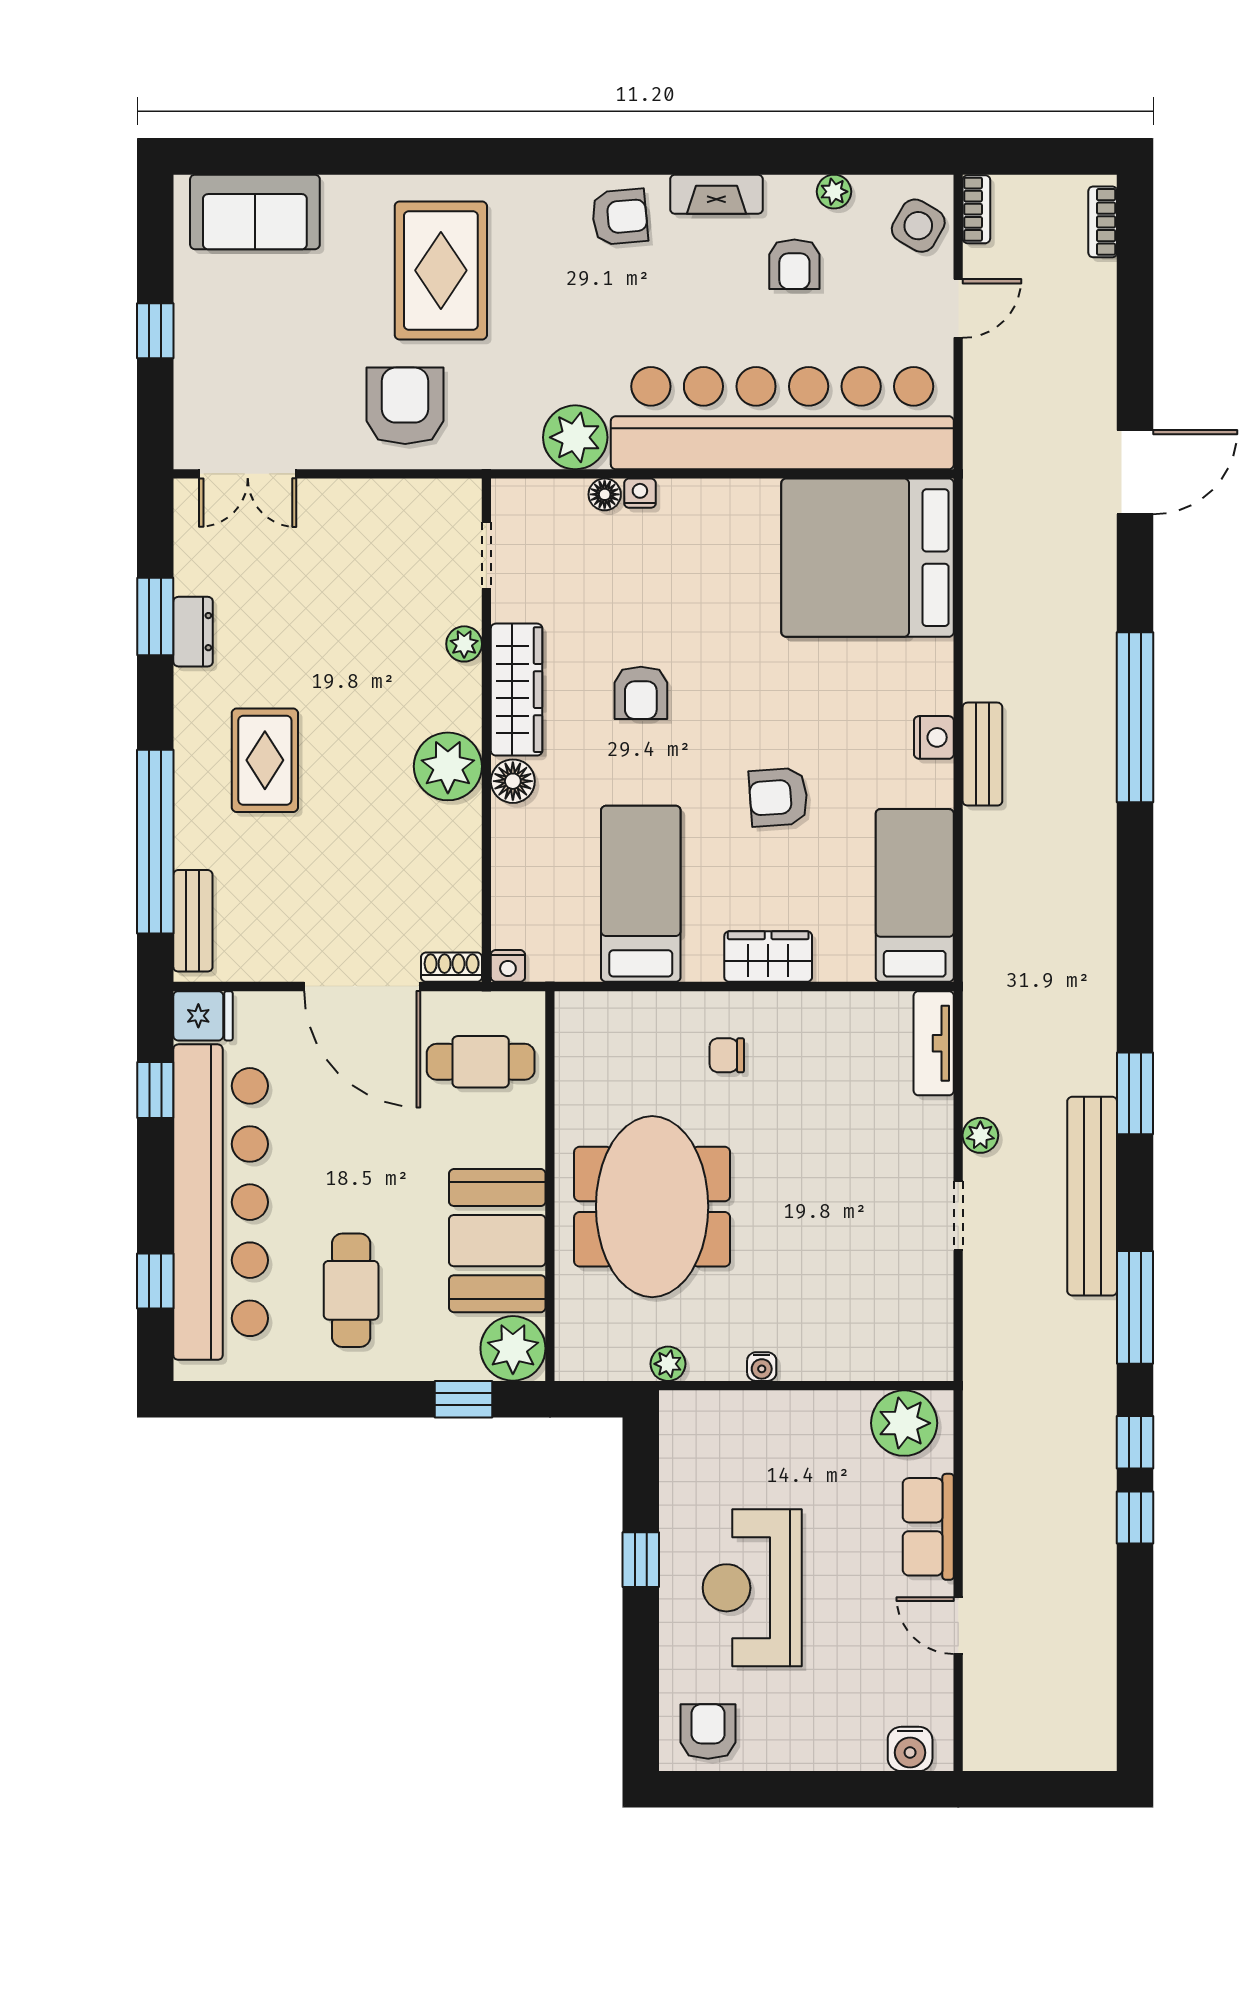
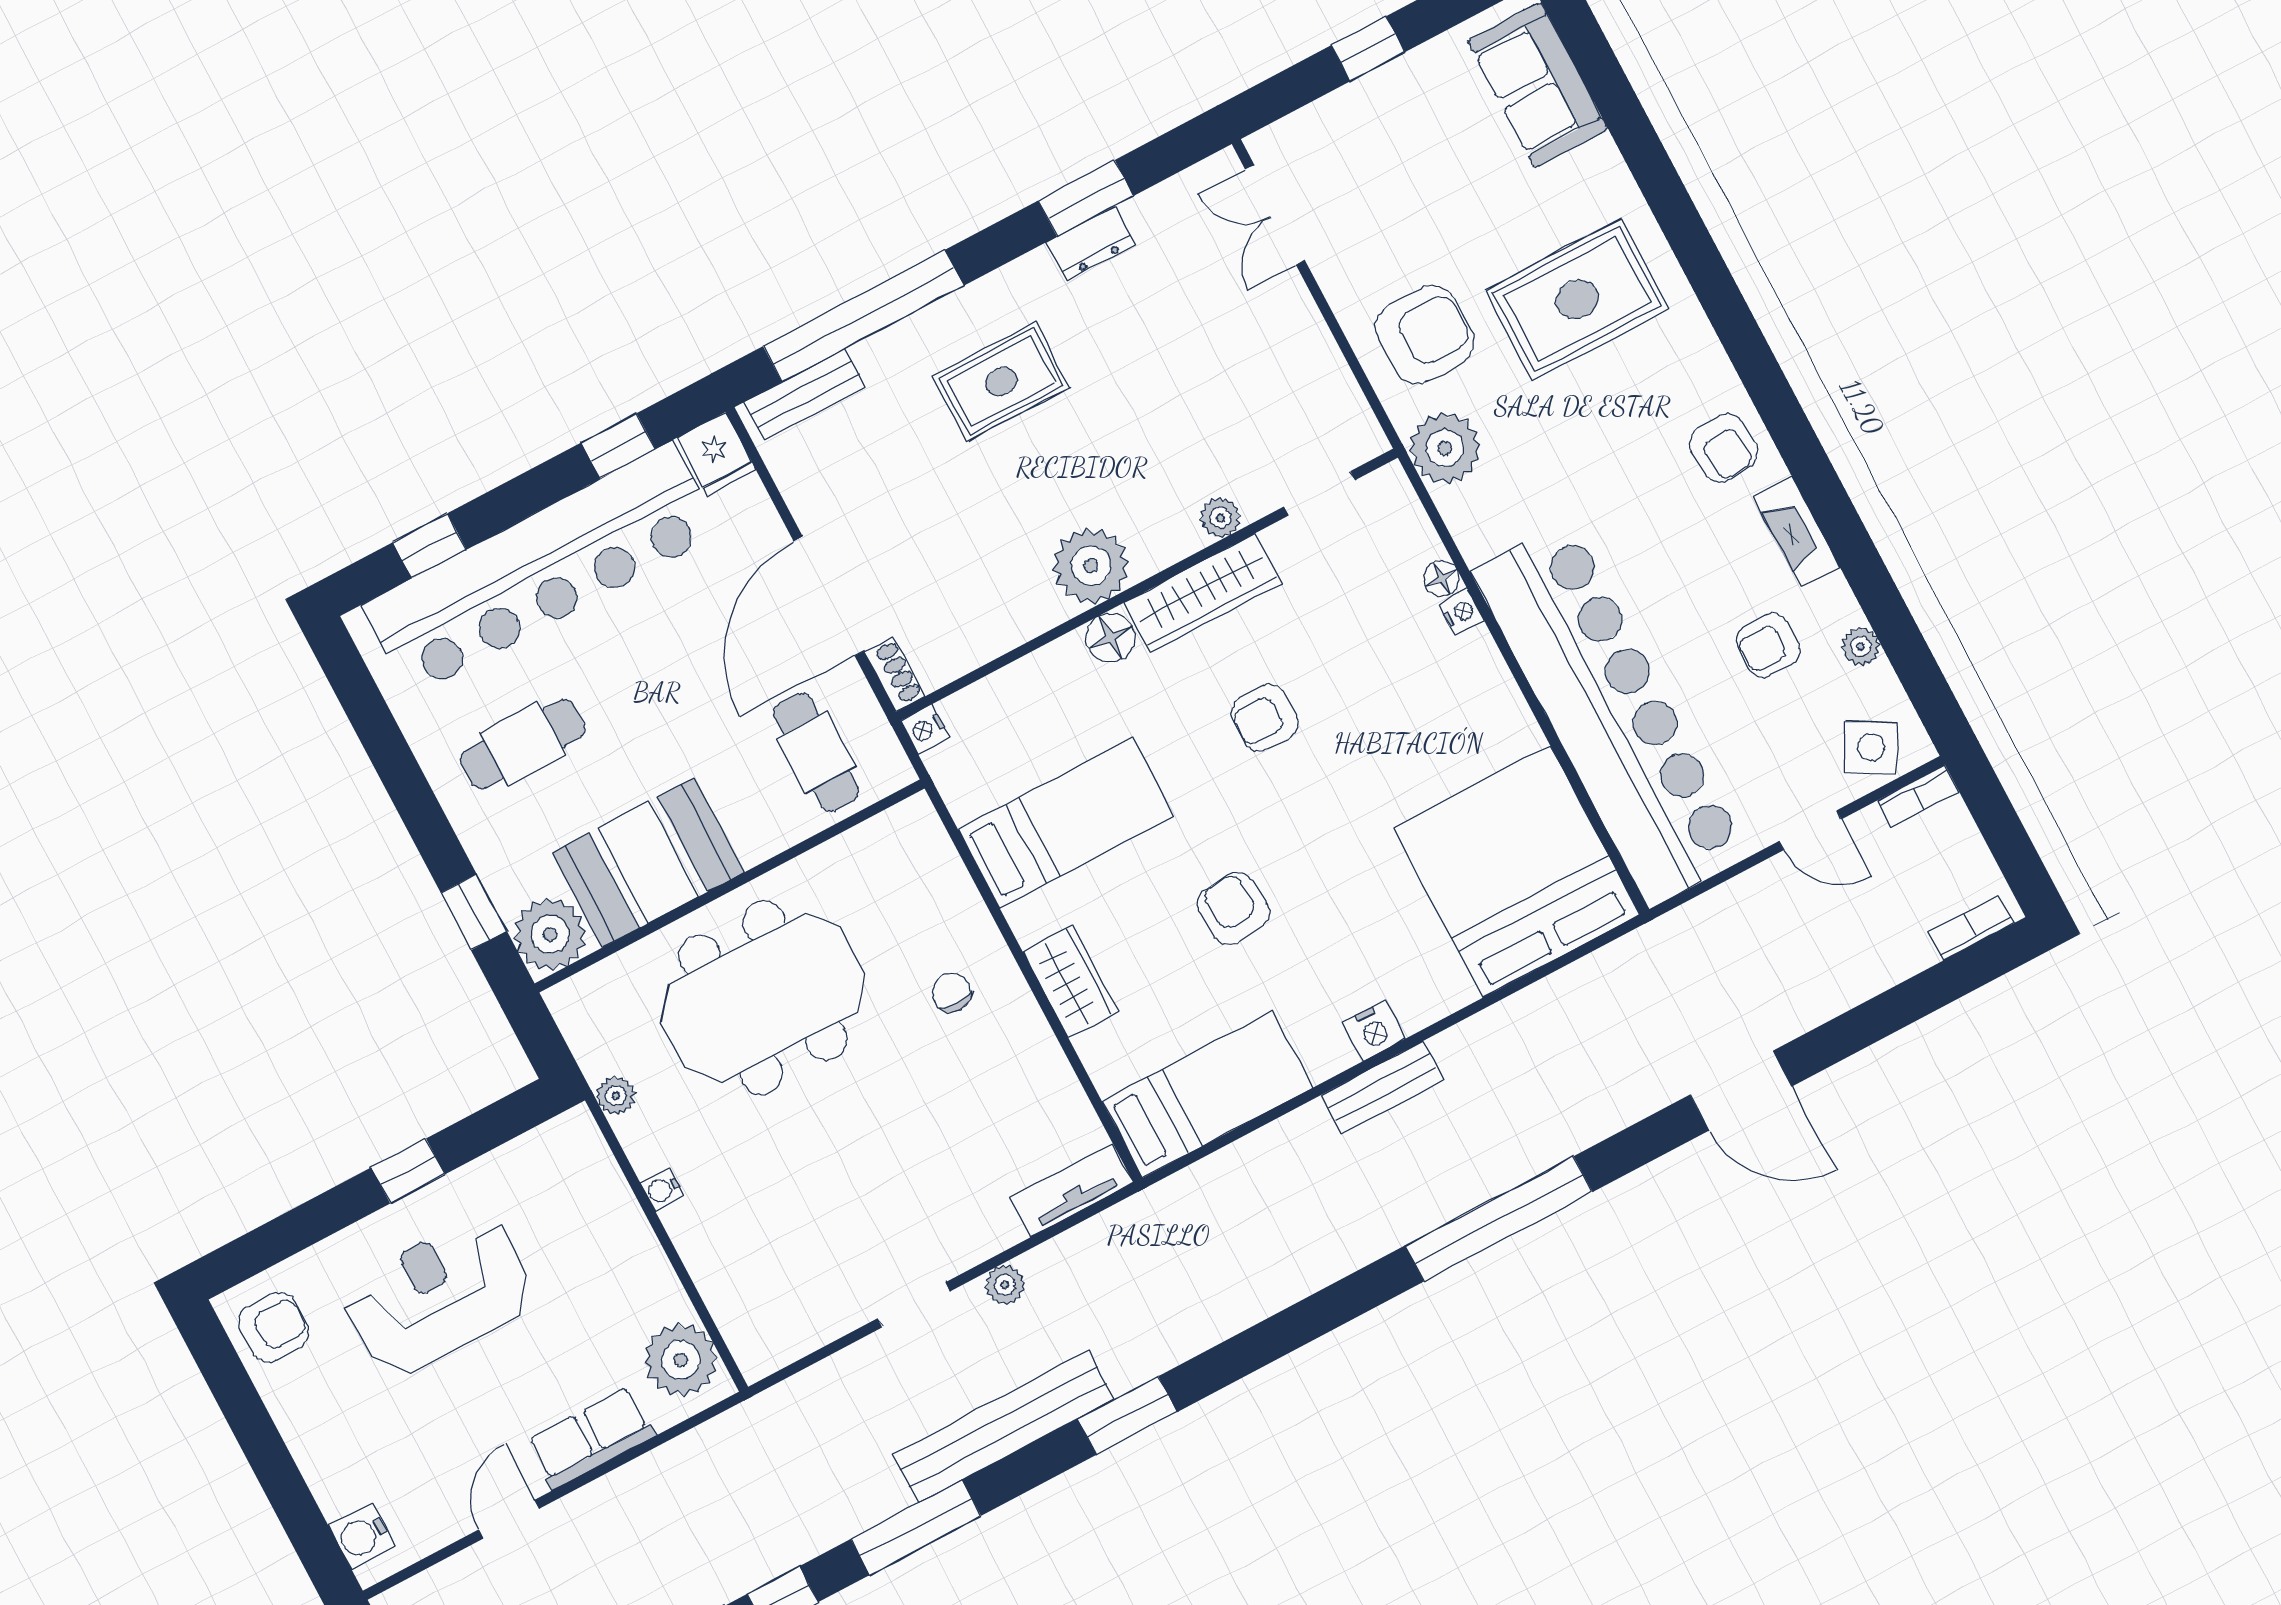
plant: (575, 437) -> (1445, 448), moved

